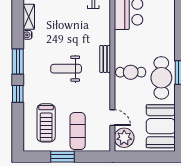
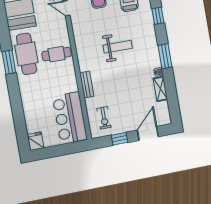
bench: (105, 59) -> (87, 84), moved
window: (18, 62) -> (165, 56), moved

